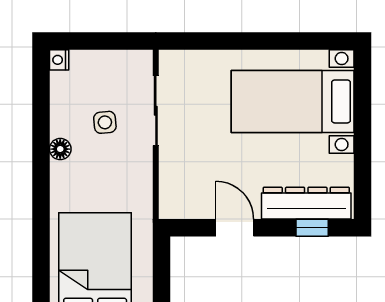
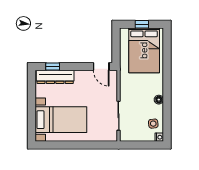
side table: (105, 122) -> (153, 124), moved
door: (235, 228) -> (101, 66), moved

